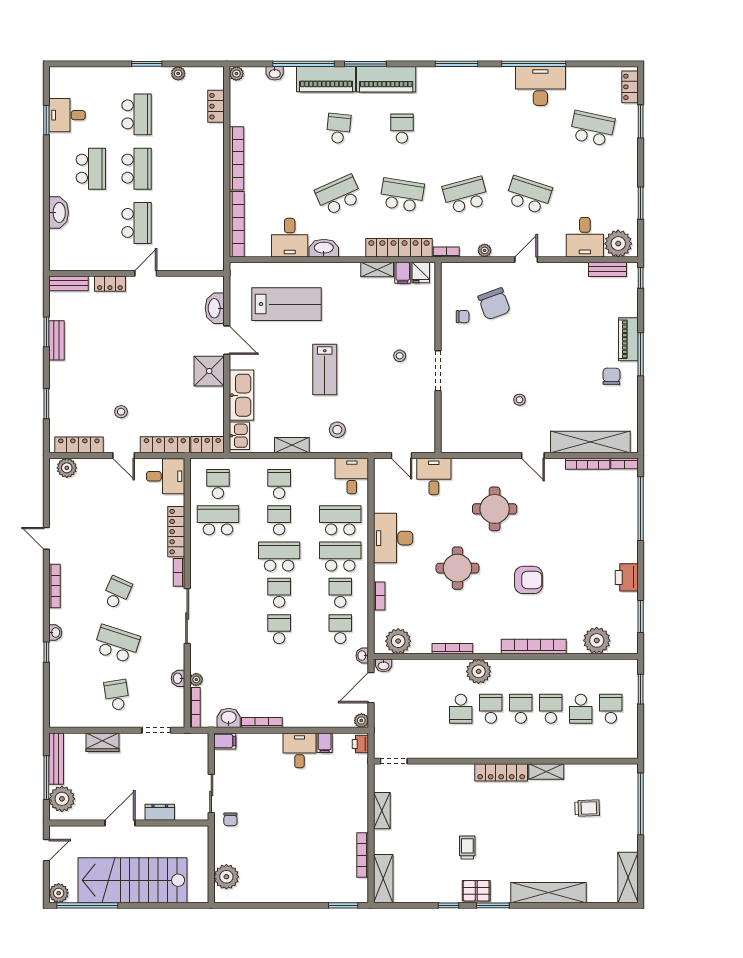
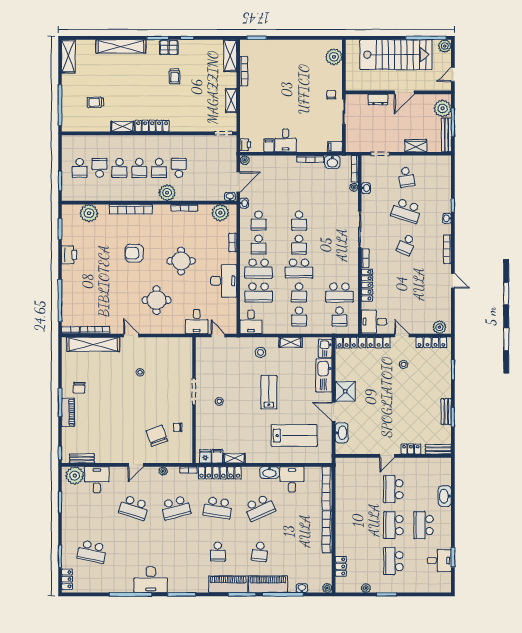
desk: (540, 86) -> (151, 580), moved
lab bench: (287, 304) -> (294, 436), turned 180

